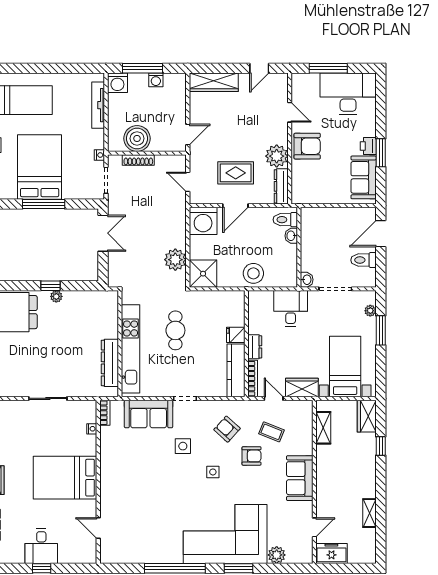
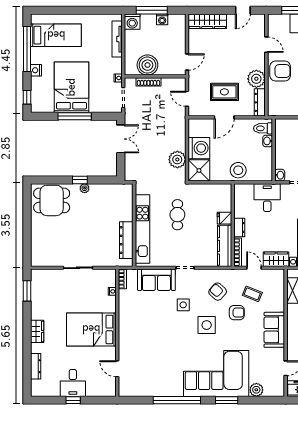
washing machine: (203, 221) -> (199, 148), moved, turned -90
side table: (213, 472) -> (207, 325), width x1.87, depth x1.87

